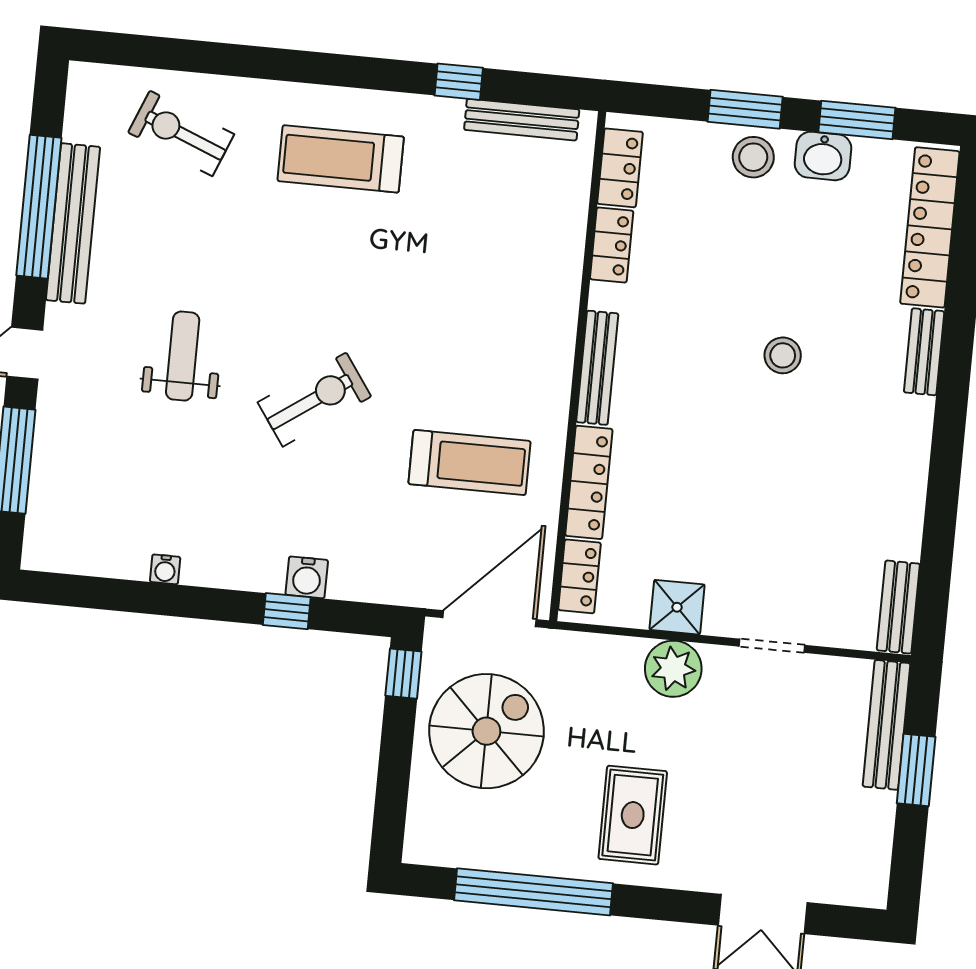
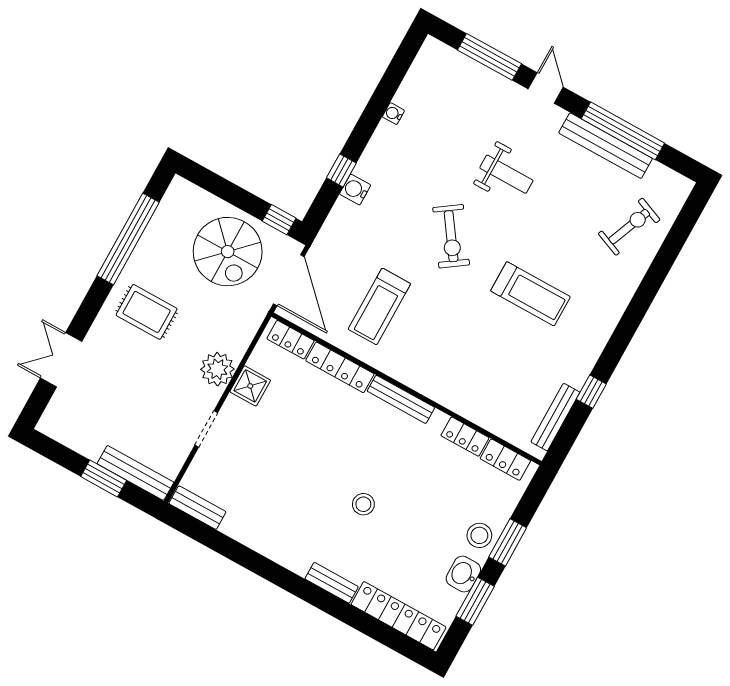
treadmill: (341, 159) -> (530, 294), moved, turned 90

